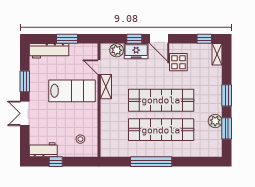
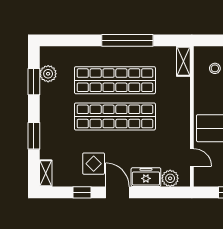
window: (134, 39) -> (148, 192), removed
window: (204, 39) -> (82, 192), moved
shelving: (106, 87) -> (183, 61), moved
window: (227, 95) -> (34, 136), moved
plant: (215, 121) -> (48, 74), moved

